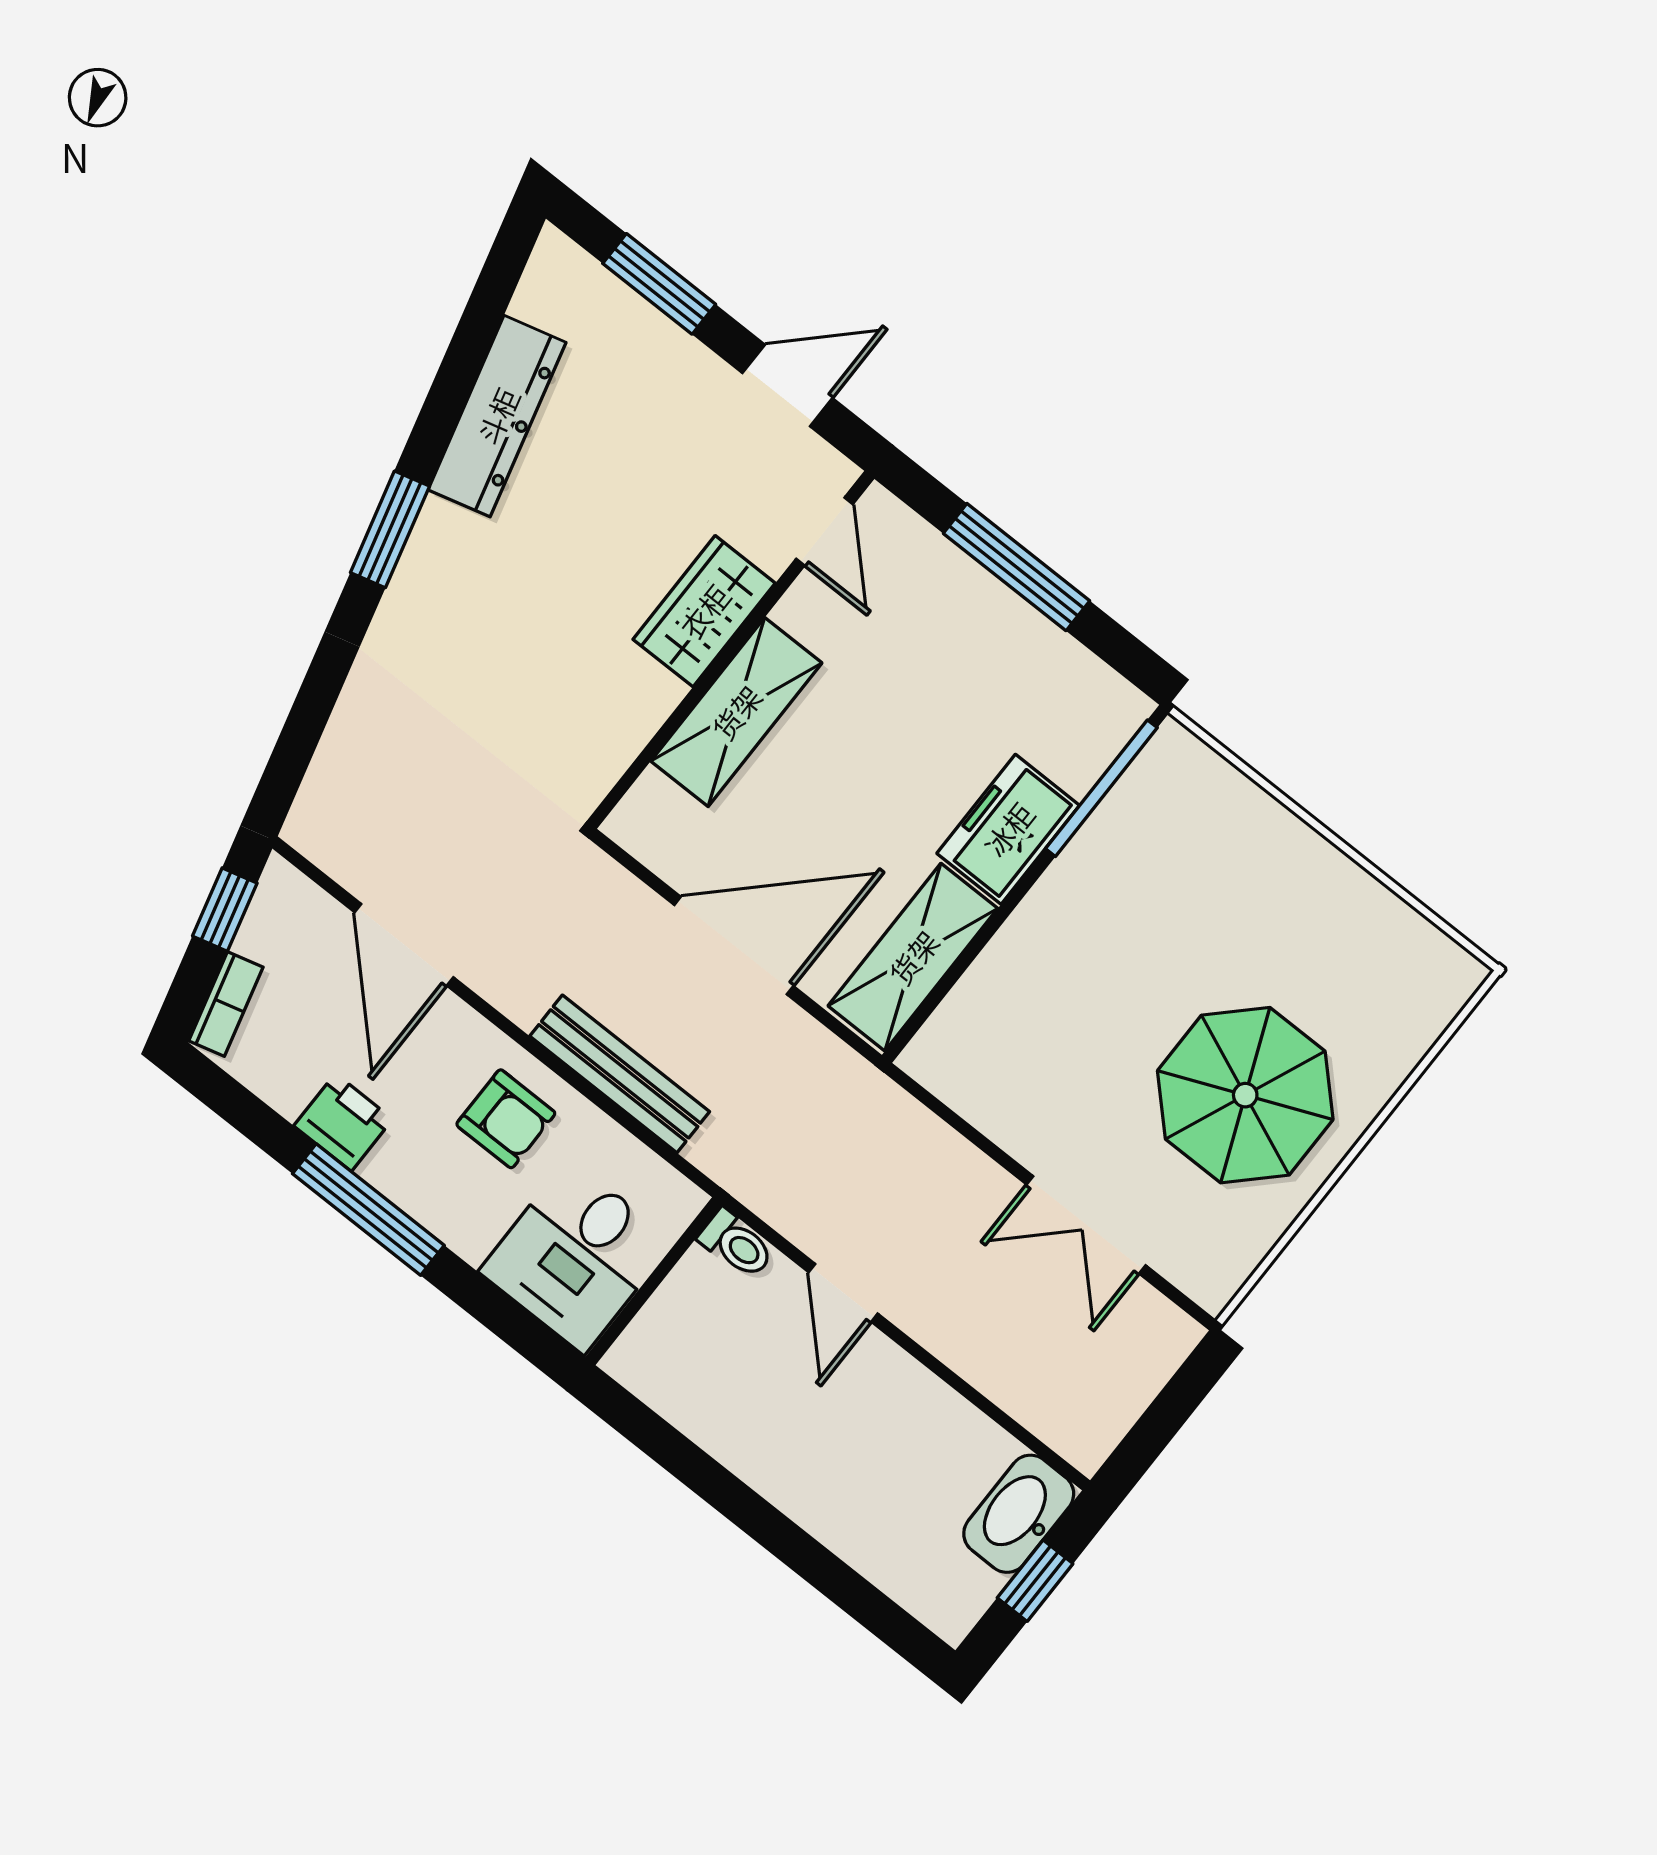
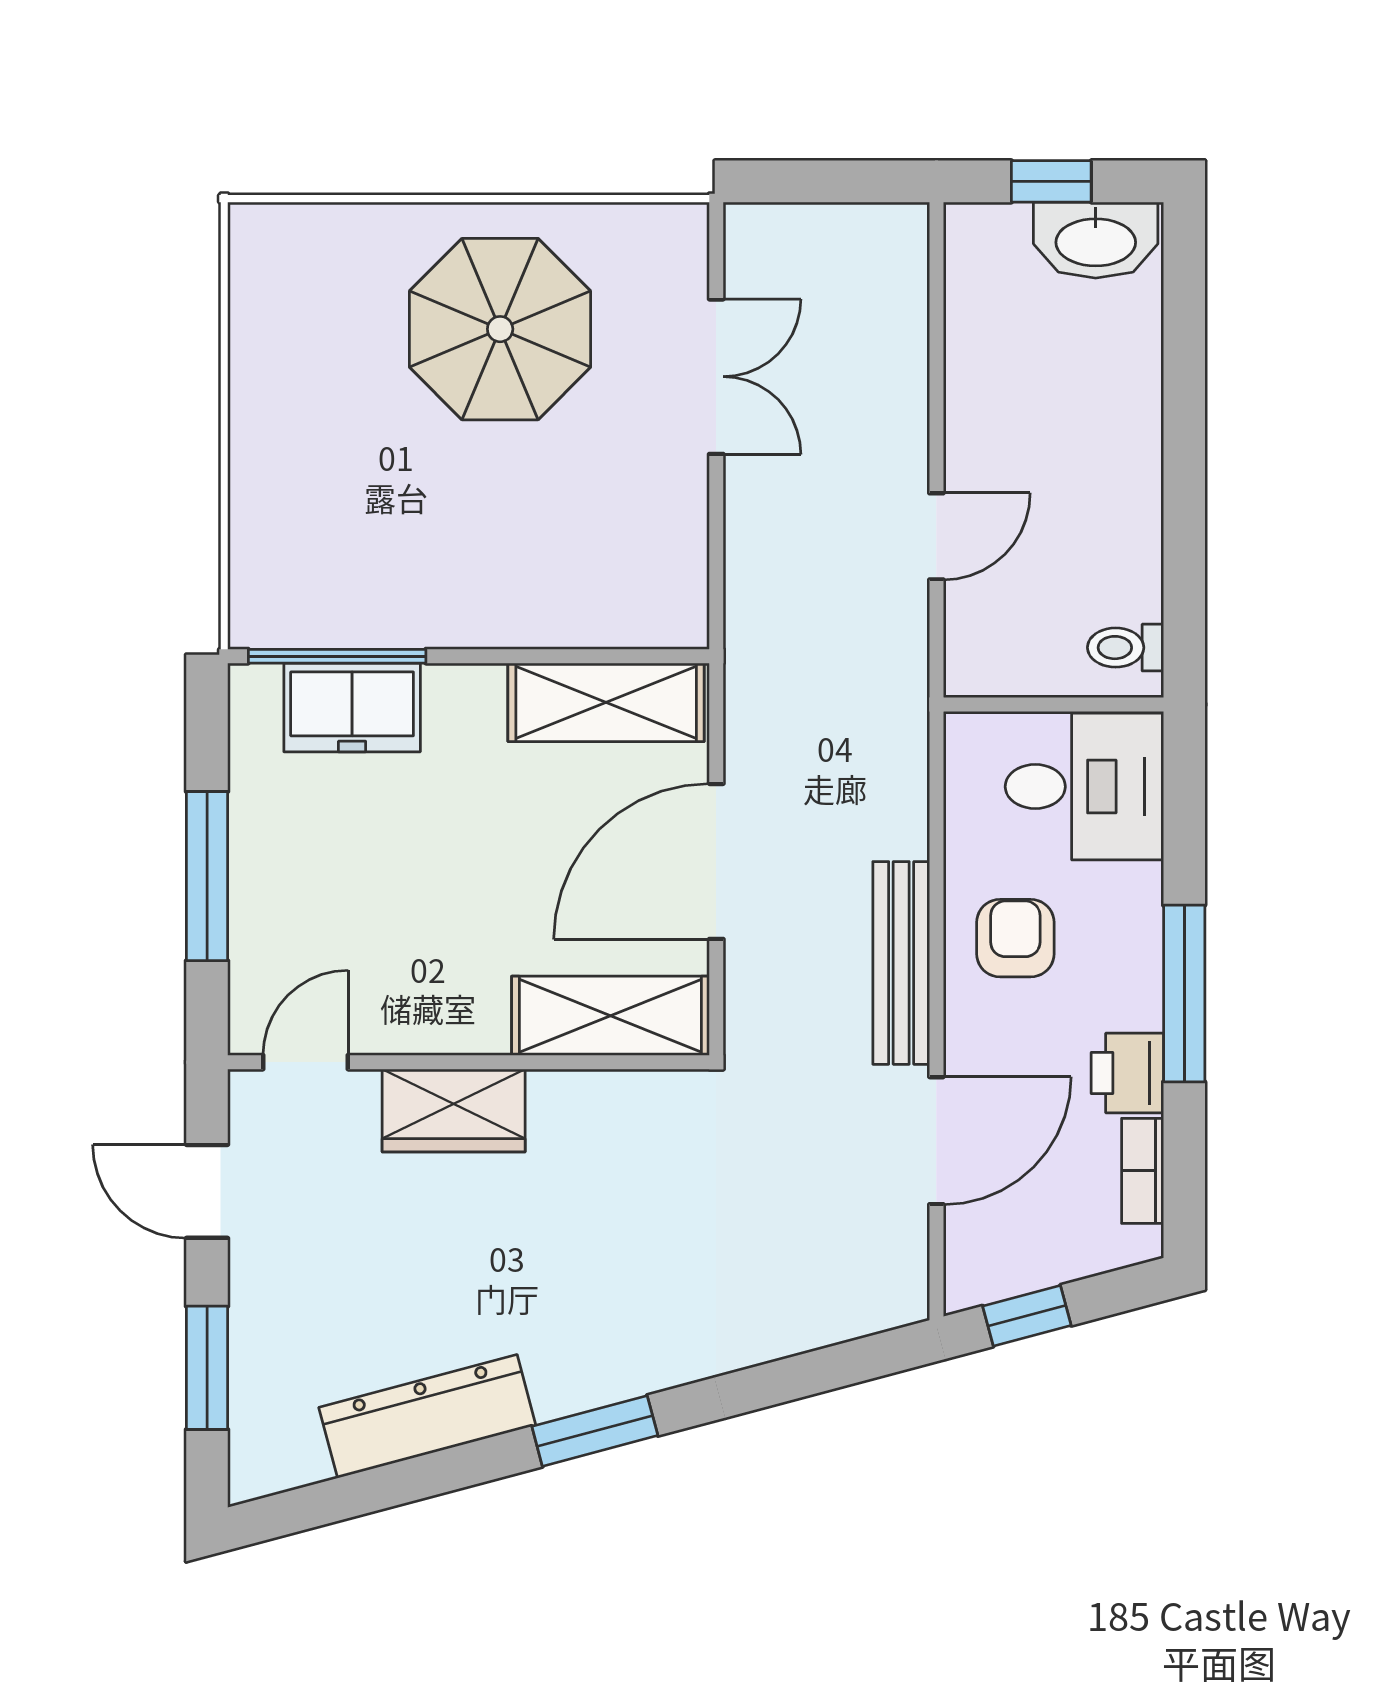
shelving: (736, 712) -> (610, 1016), moved
freezer: (1008, 829) -> (352, 707), moved
door: (734, 946) -> (716, 861), hinge flipped
bookcase: (226, 1004) -> (1143, 1171), moved, turned -75
bench: (620, 1074) -> (901, 963), moved
toilet: (736, 1244) -> (1125, 648), moved, turned -90
washbasin: (1019, 1514) -> (1096, 240), moved

